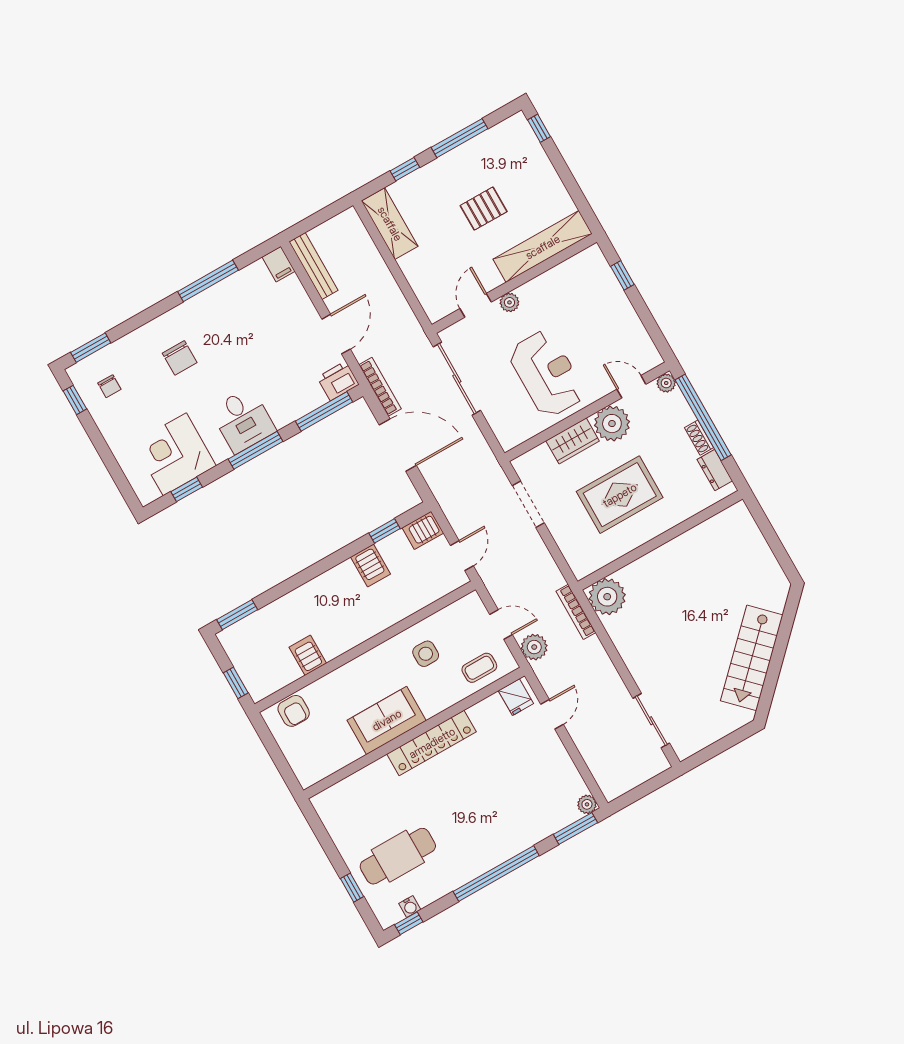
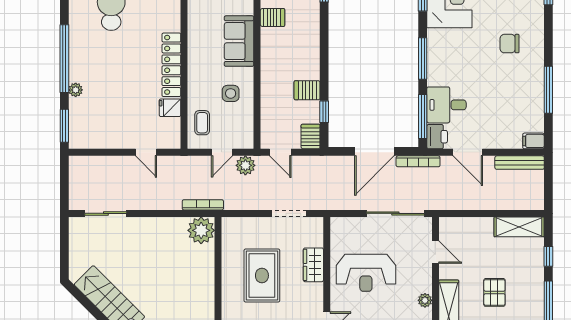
plant: (509, 302) -> (425, 300), moved
desk: (243, 420) -> (446, 105), moved
plant: (612, 424) -> (310, 296), removed
plant: (534, 647) -> (245, 165), moved
fridge: (516, 697) -> (170, 108), moved
sofa: (387, 720) -> (239, 41), moved, turned 180
plant: (587, 804) -> (76, 90), moved

